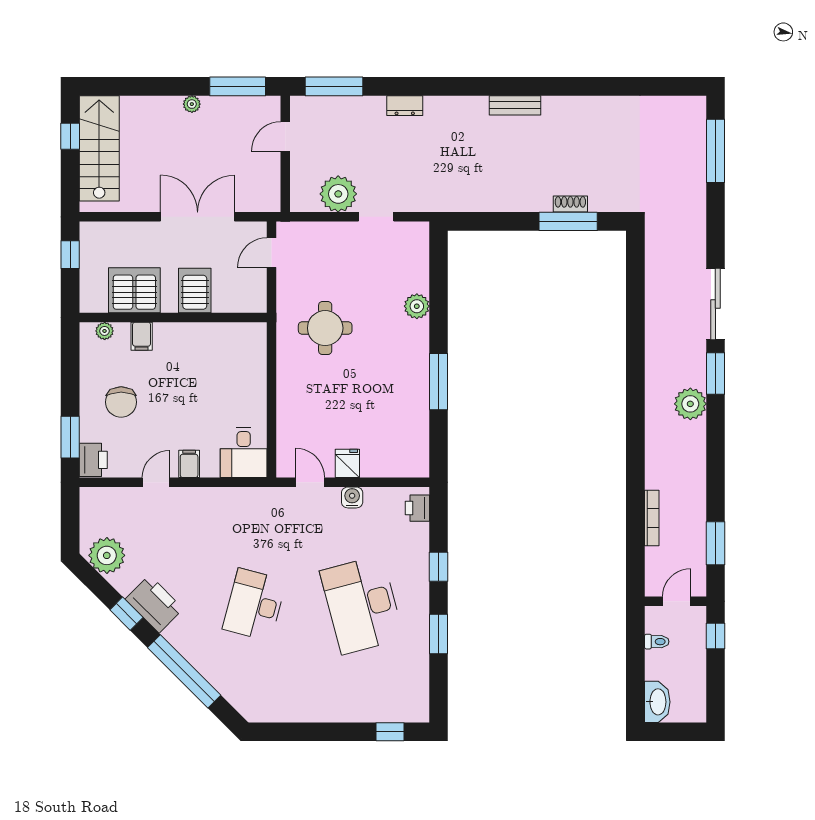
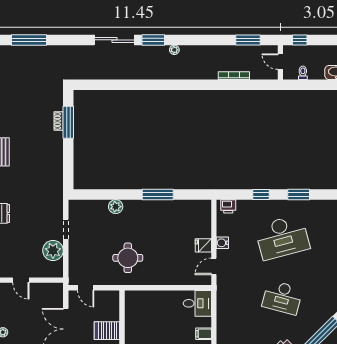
plant: (690, 404) -> (174, 50), width x0.53, depth x0.53

